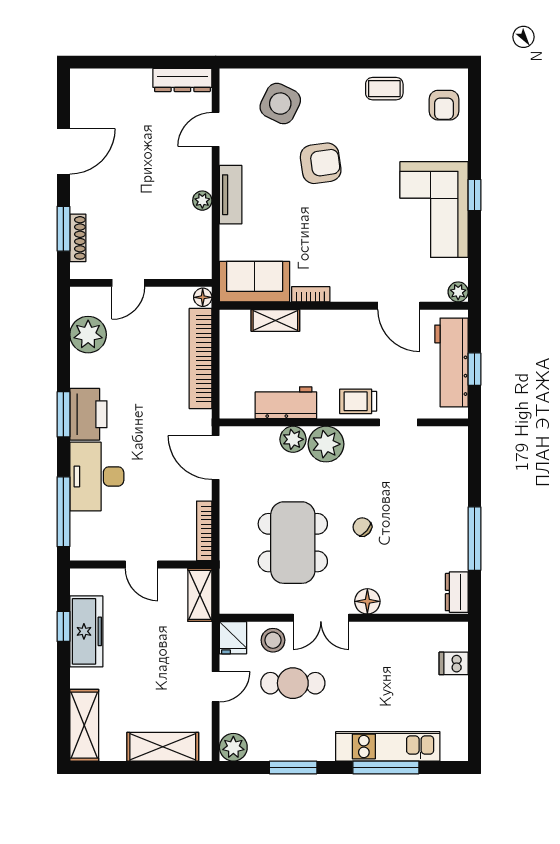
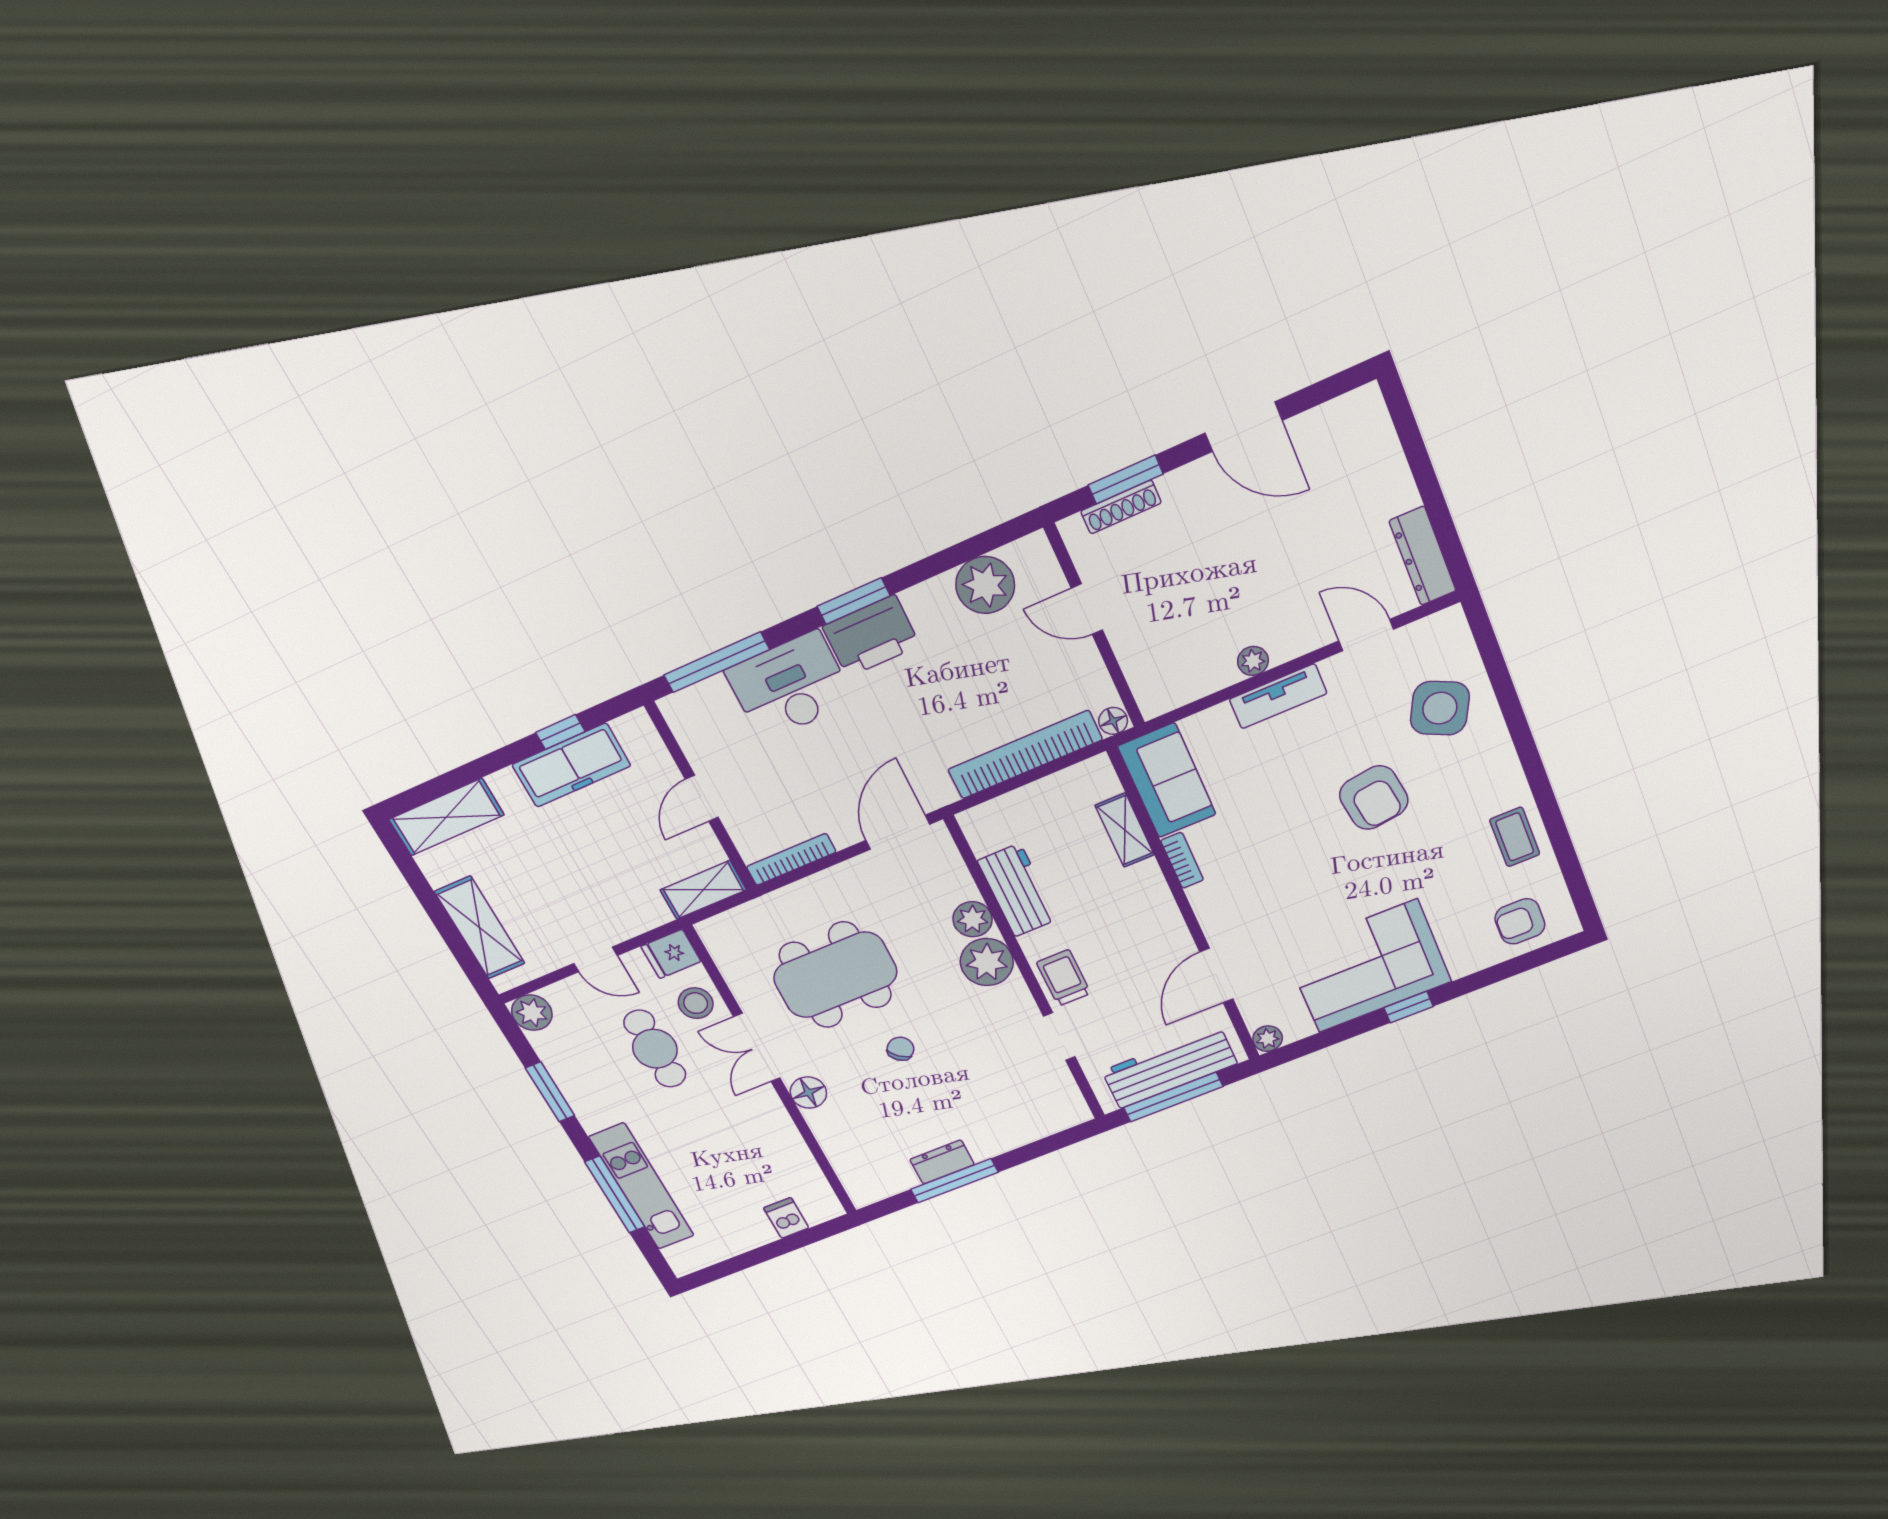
window: (474, 369) -> (1173, 1097), width x2.17
dresser: (457, 592) -> (942, 1162), moved

